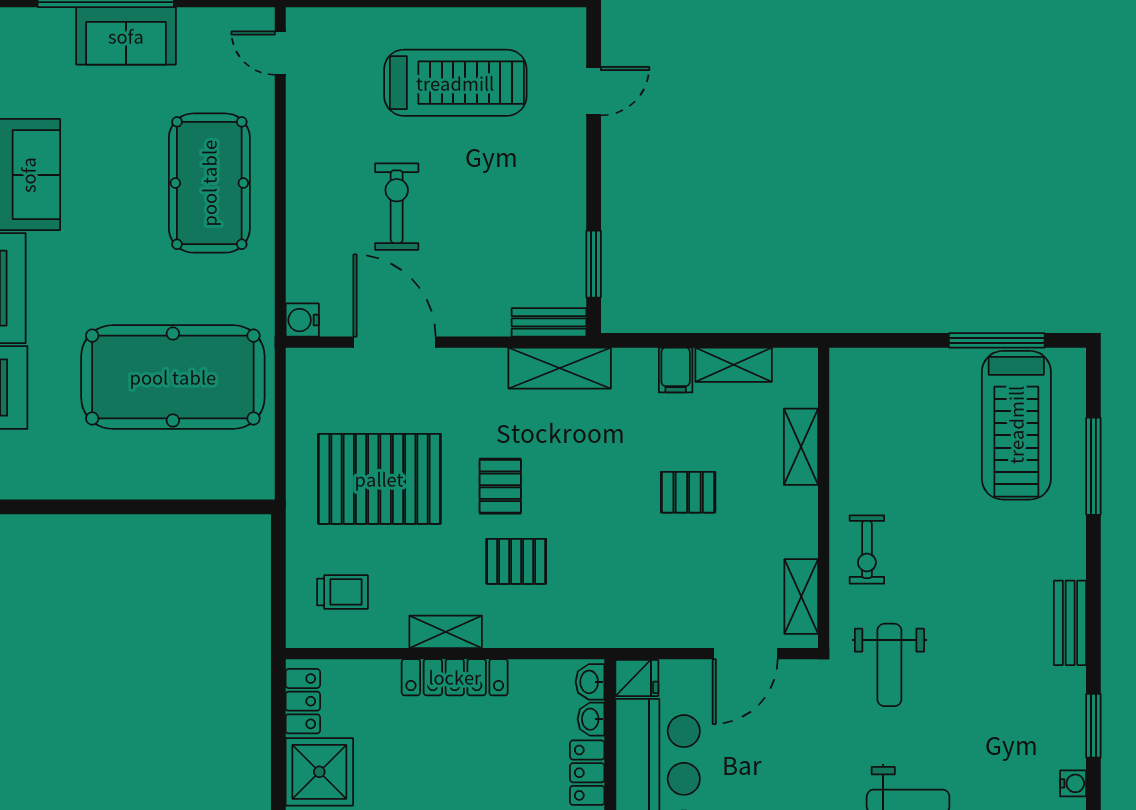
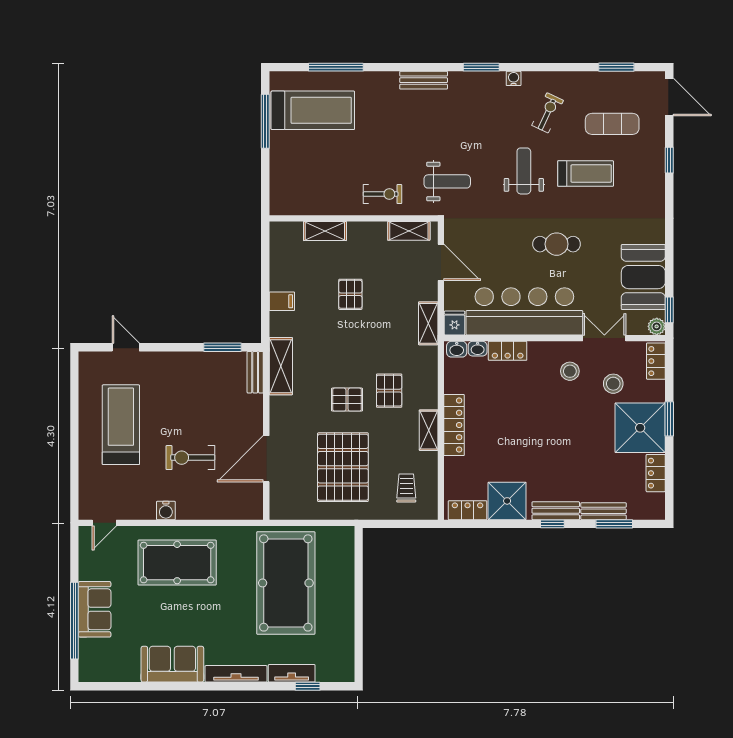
water cooler: (302, 320) -> (166, 510), moved
shelving: (734, 365) -> (428, 323), moved

